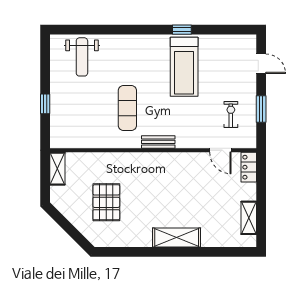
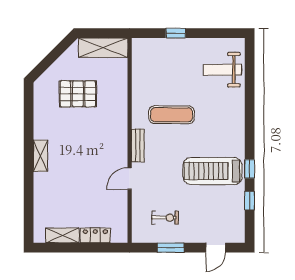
window: (214, 30) -> (250, 201), added
door: (220, 150) -> (130, 179), moved
locker: (249, 167) -> (95, 235), moved
shelving: (57, 169) -> (103, 48), width x1.50, depth x1.33
shelving: (177, 237) -> (41, 156), width x0.67, depth x0.75

